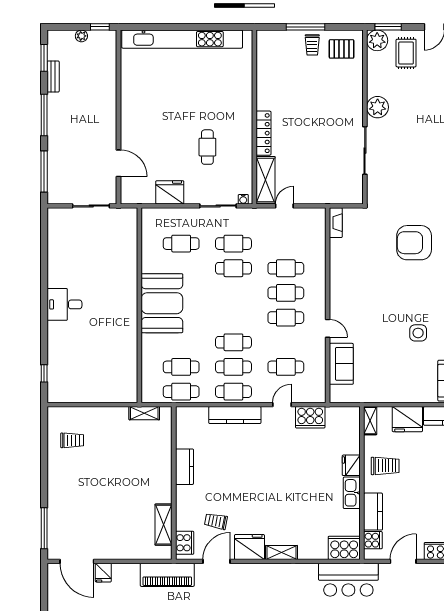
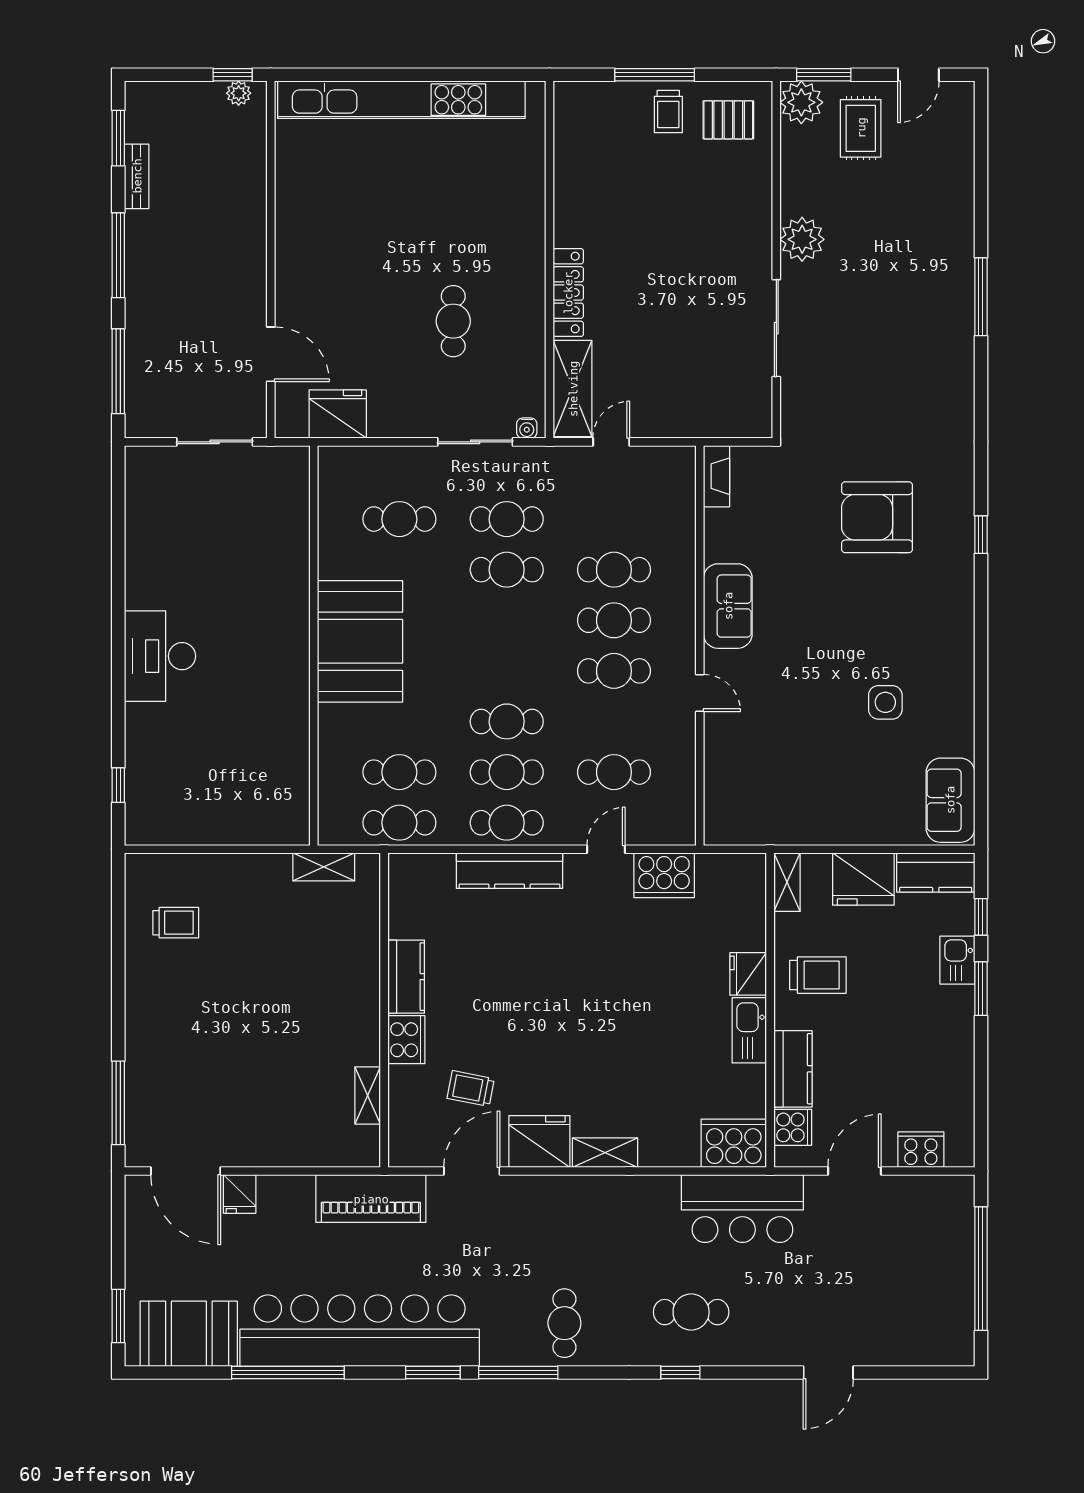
plant: (81, 36) -> (239, 93), moved
fridge: (170, 192) -> (338, 414), moved
desk: (64, 304) -> (160, 656), width x1.37
sofa: (341, 364) -> (728, 606), moved
shelving: (164, 525) -> (368, 1095), width x0.67, depth x0.75
cooker: (185, 543) -> (406, 1040), moved

